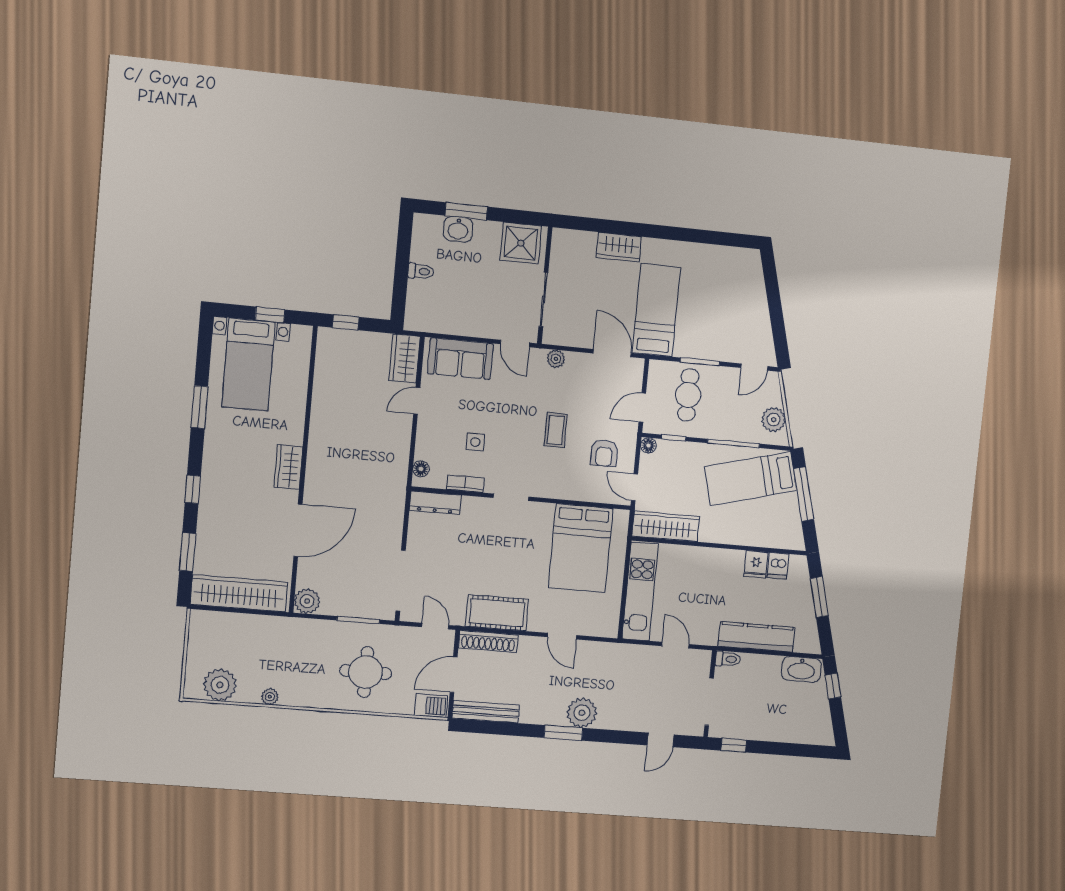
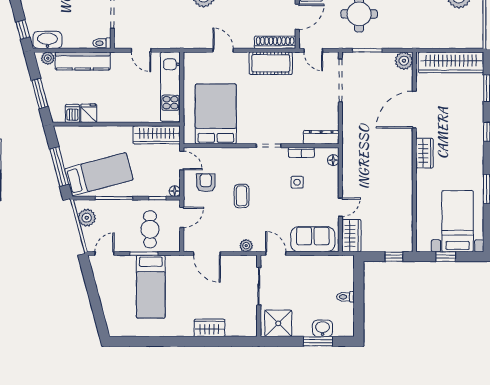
bed: (656, 310) -> (151, 287), moved
plant: (803, 644) -> (48, 58), added

